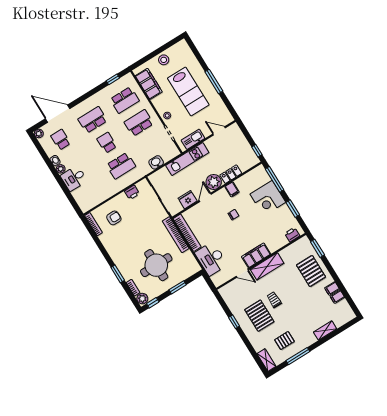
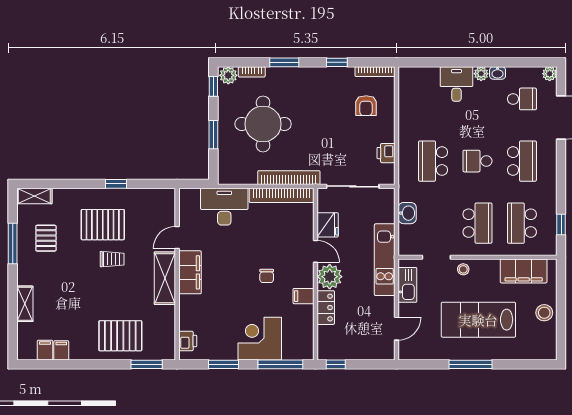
school desk: (107, 143) -> (477, 161), turned 180
window: (101, 247) -> (337, 62), added
filing cabinet: (332, 288) -> (45, 350), moved

